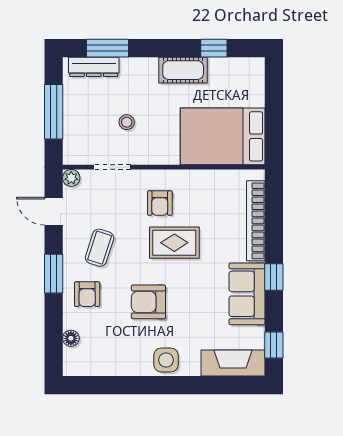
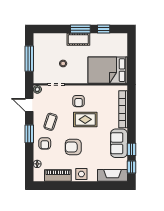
window: (108, 48) -> (80, 29), moved
dresser: (94, 67) -> (48, 38), removed
cot: (183, 70) -> (78, 39), moved
window: (274, 277) -> (132, 149), moved
piano: (115, 363) -> (58, 176), added

